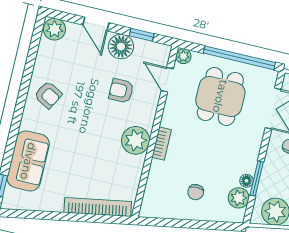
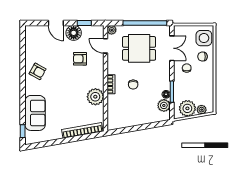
plant: (54, 29) -> (32, 32), removed
dining table: (220, 96) -> (139, 48), turned 90
plant: (136, 140) -> (95, 97), moved
chair: (196, 192) -> (133, 84), moved

